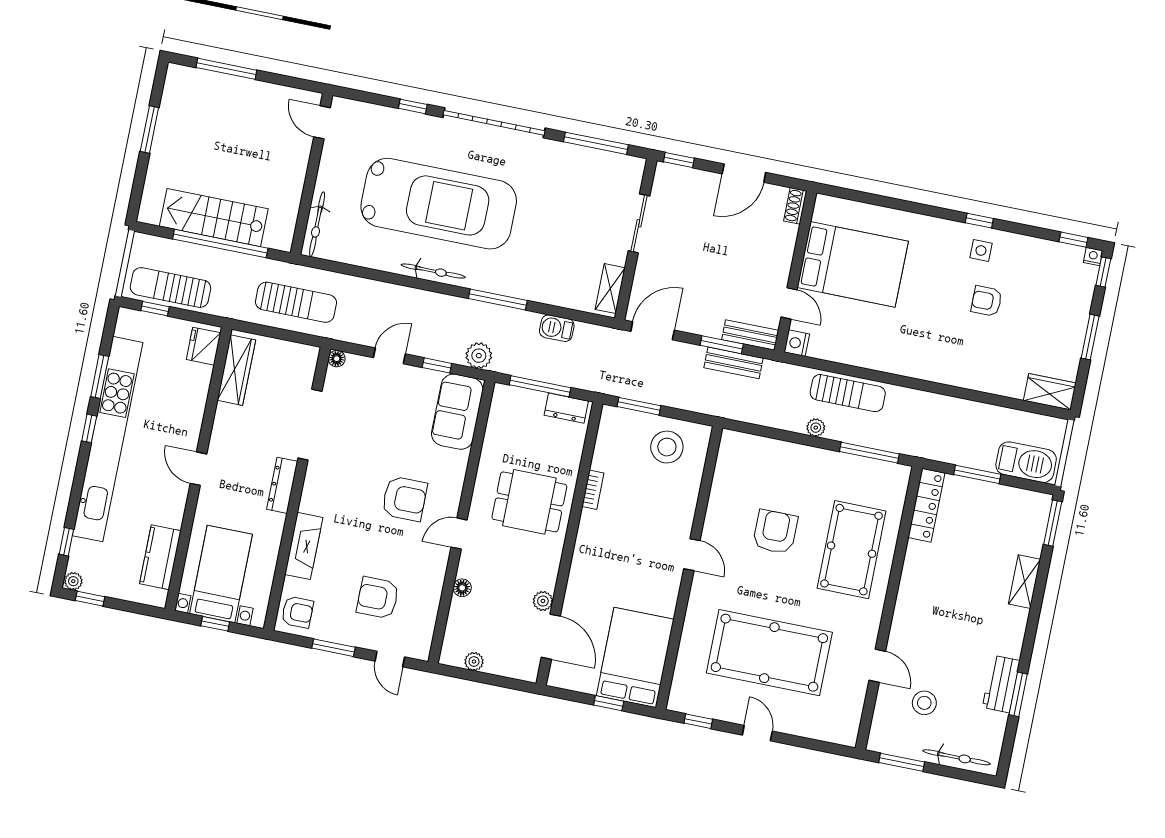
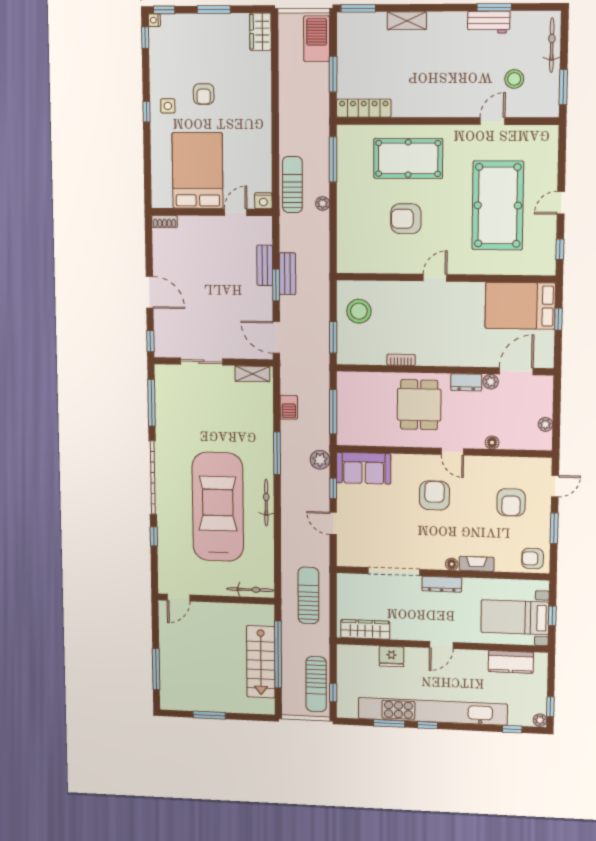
shoe rack: (795, 206) -> (164, 222), moved
bed: (853, 264) -> (198, 171), moved
wall: (795, 272) -> (212, 212), moved
door: (789, 303) -> (236, 212), moved
nightstand: (797, 343) -> (263, 201), moved
fridge: (204, 346) -> (391, 656), moved
floor lamp: (337, 359) -> (452, 564), moved
dresser: (566, 408) -> (466, 382), moved, turned 90
fireplace: (304, 546) -> (477, 564), width x0.73, depth x0.76
armchair: (297, 612) -> (533, 558), turned -90

